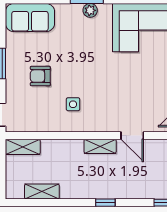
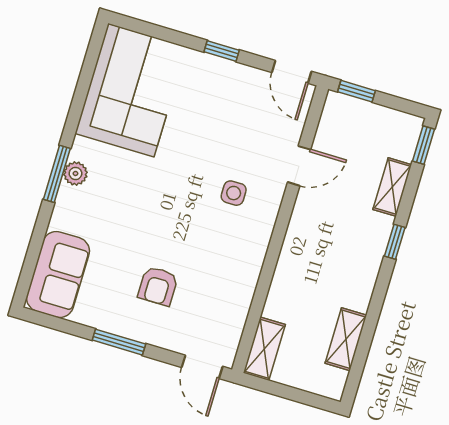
side table: (73, 104) -> (234, 193), moved
shelving: (100, 146) -> (392, 187), moved

